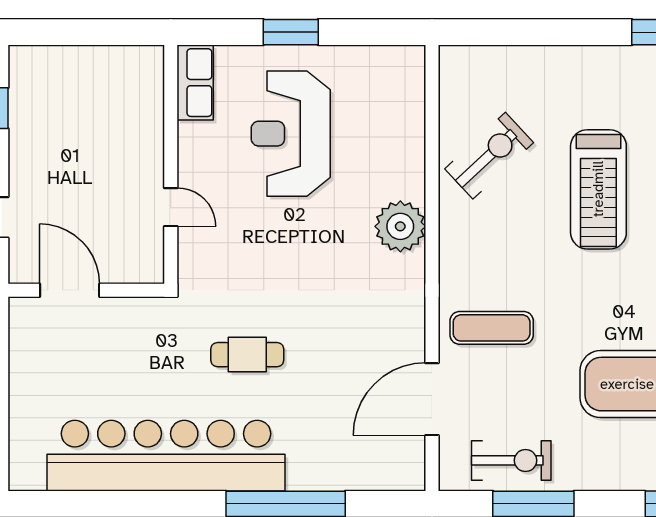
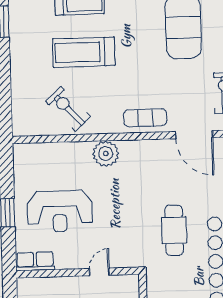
treadmill: (598, 189) -> (84, 52), turned 180
exercise mat: (492, 328) -> (145, 118), moved, turned 90
cafe table: (247, 355) -> (174, 230), width x1.37, depth x1.35

